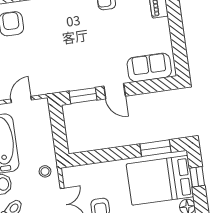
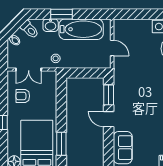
door: (115, 91) -> (109, 119), hinge flipped

